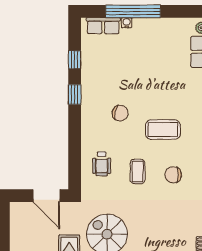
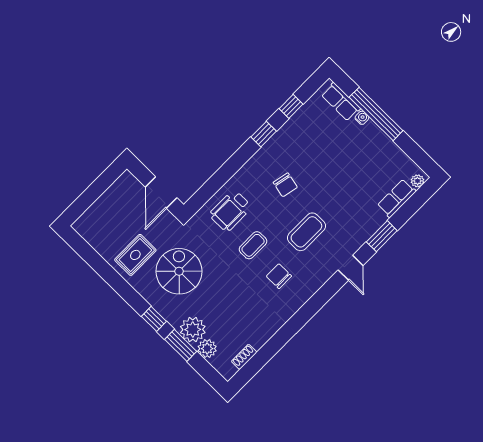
coffee table: (163, 130) -> (306, 232), turned 90
wheelchair: (102, 164) -> (230, 211), width x1.36, depth x1.37

